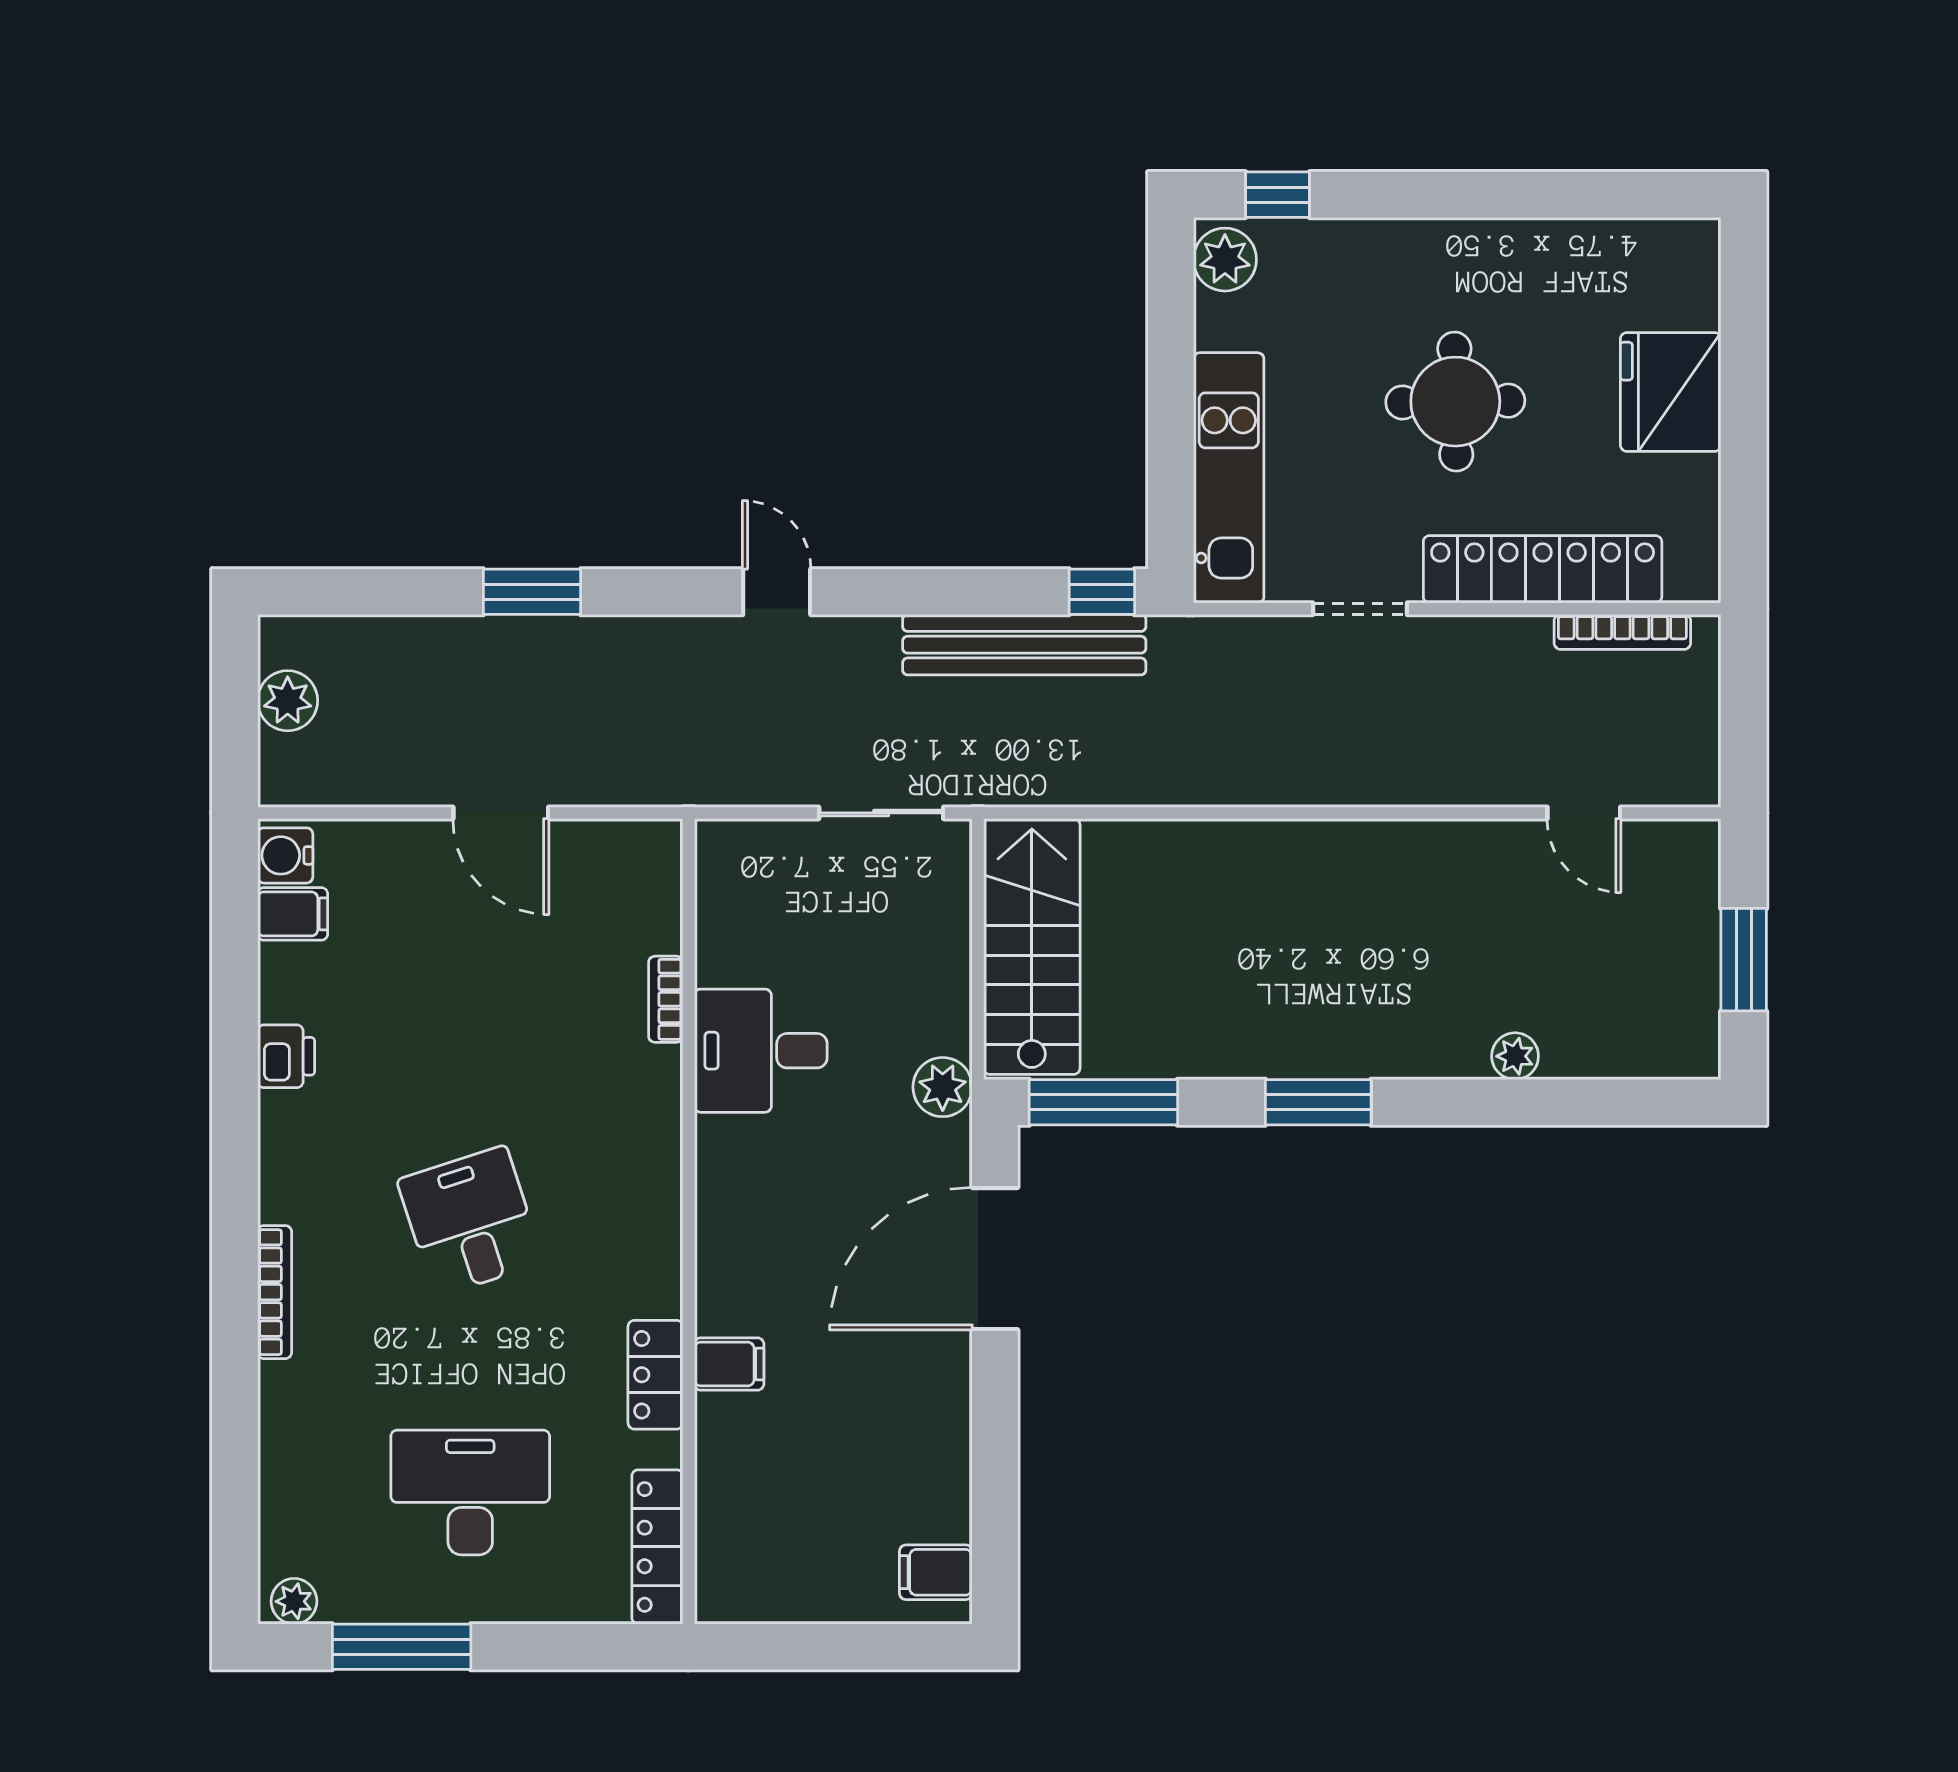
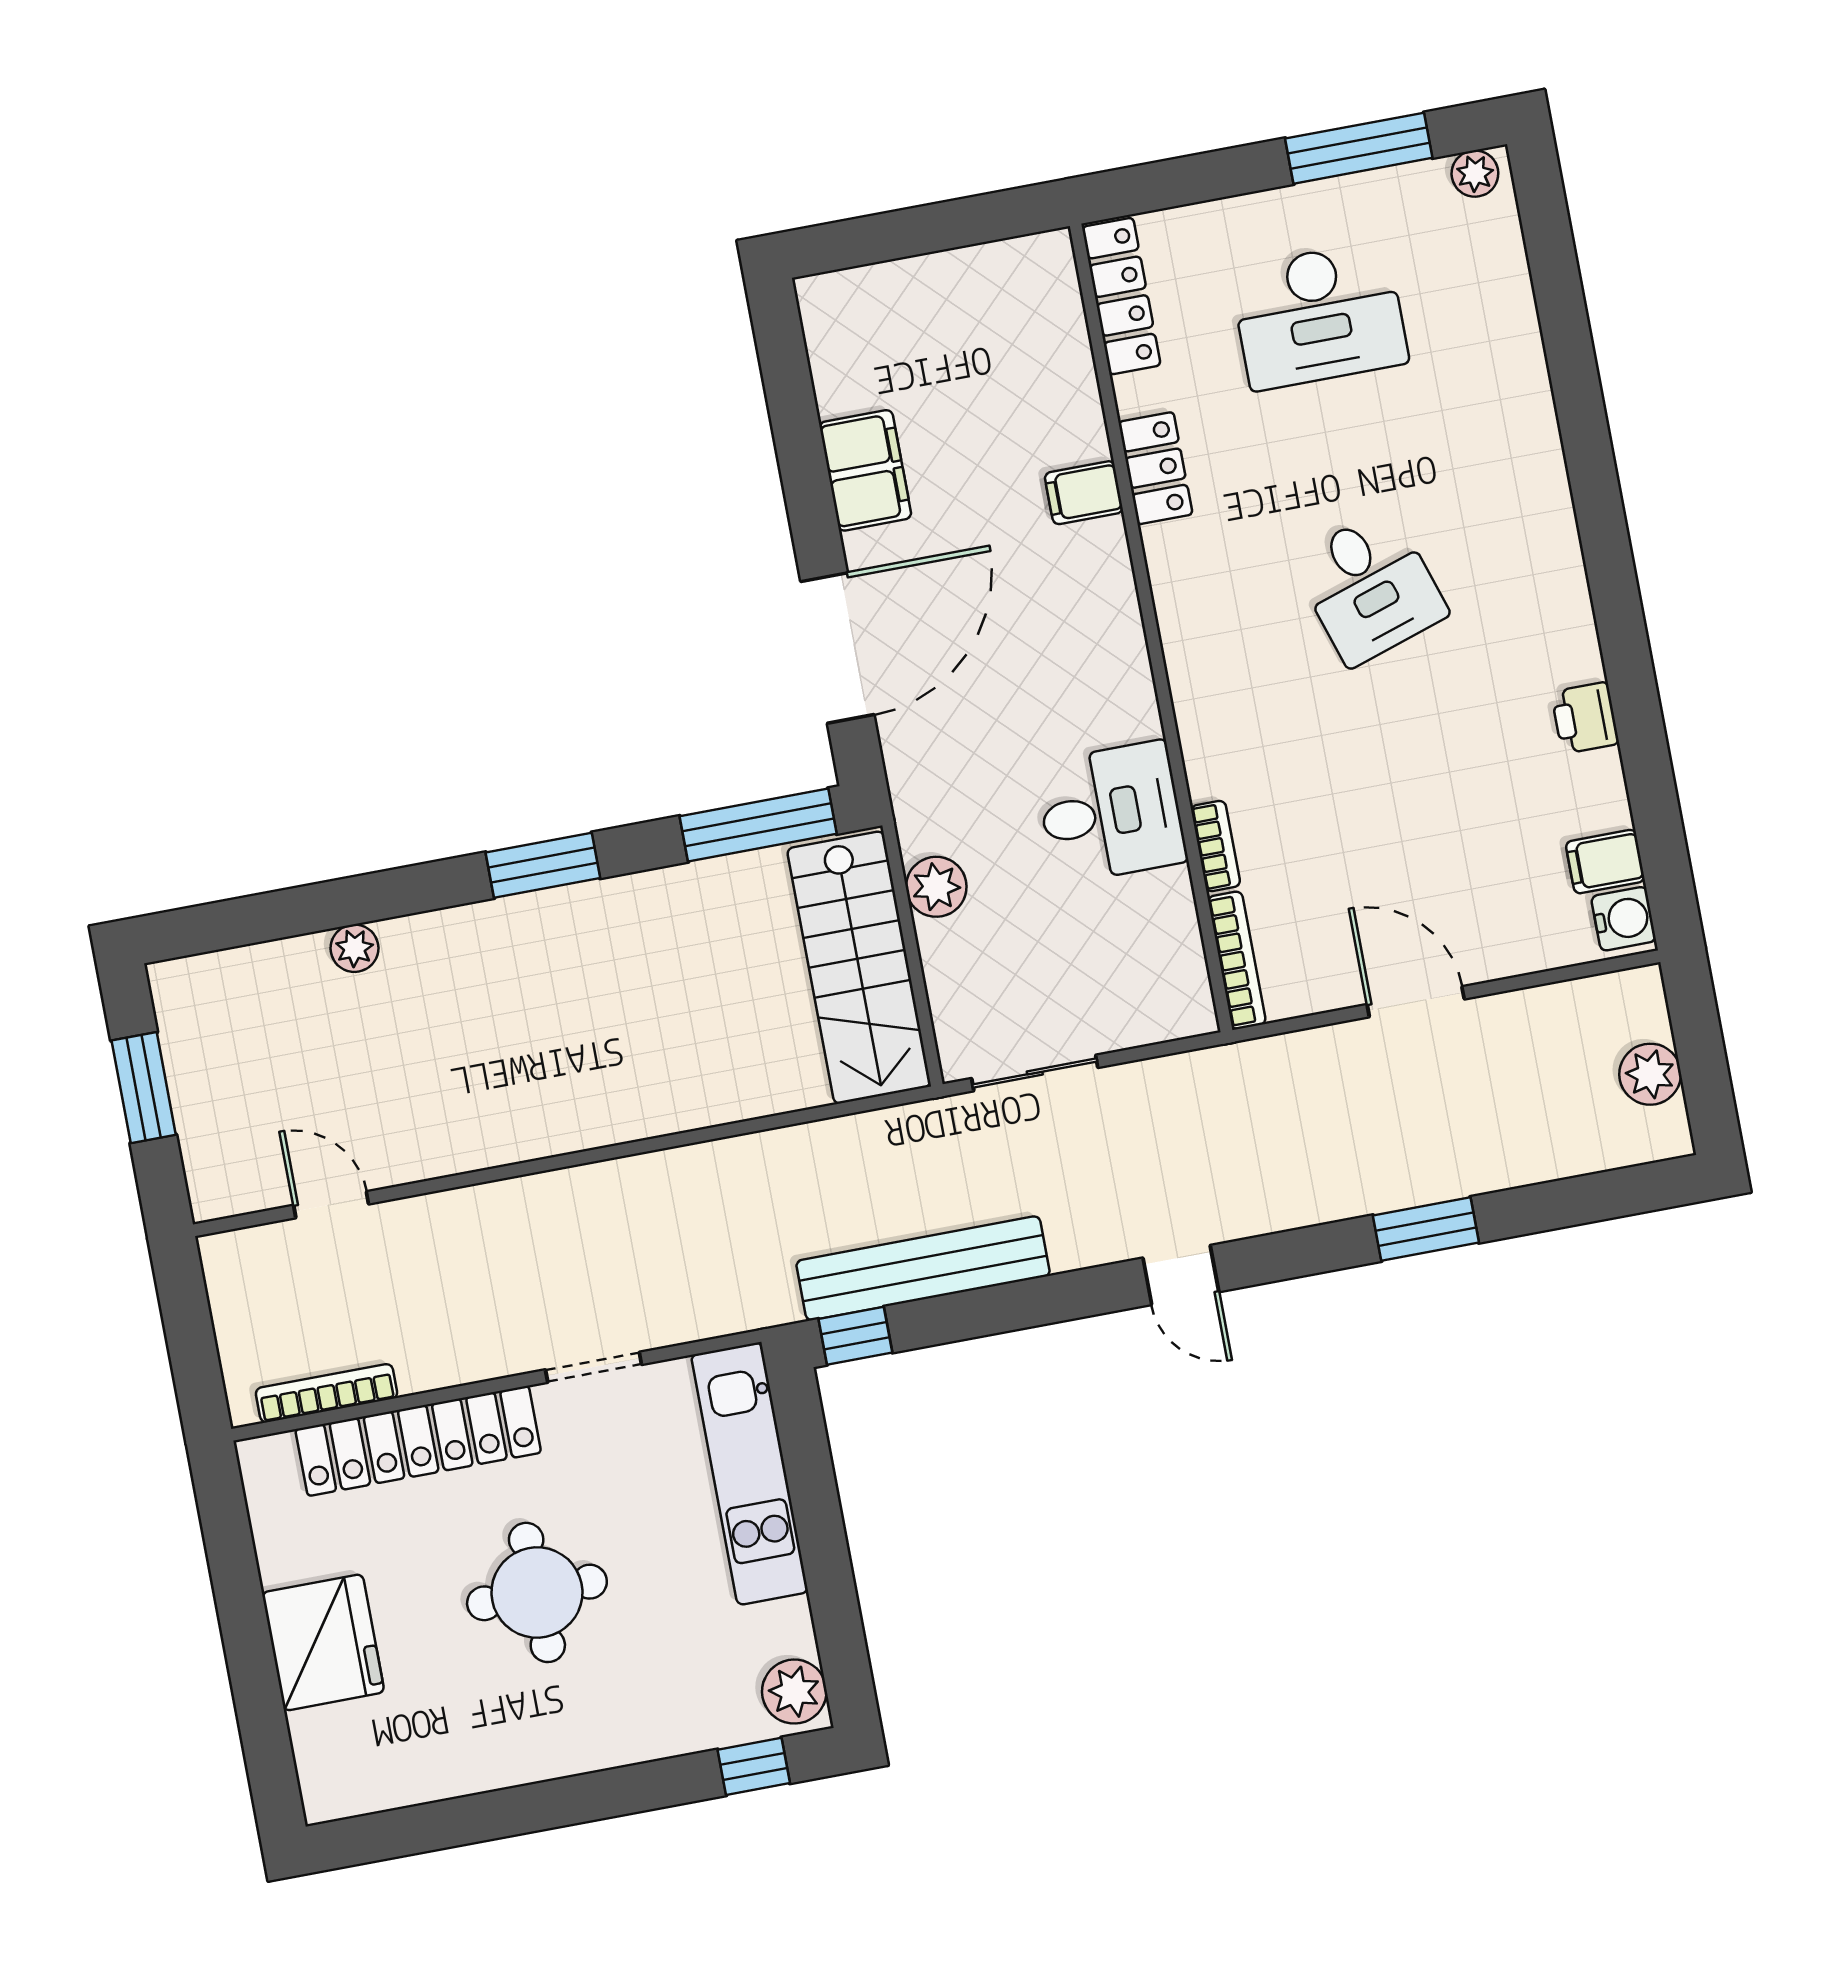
plant: (943, 1087) -> (936, 887), moved
bookcase: (275, 1292) -> (1237, 960), moved, turned 180
filing cabinet: (936, 1572) -> (865, 470), moved, width x2.00

